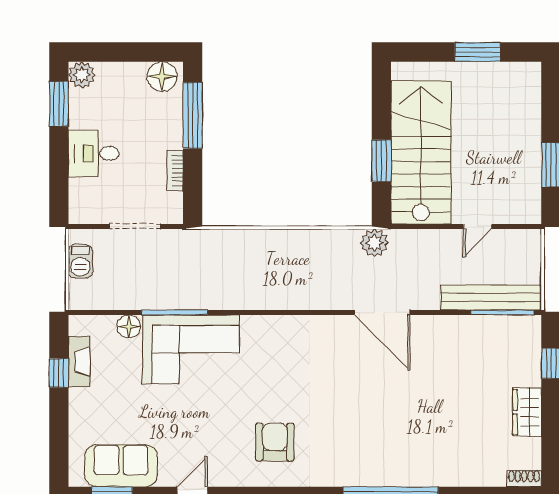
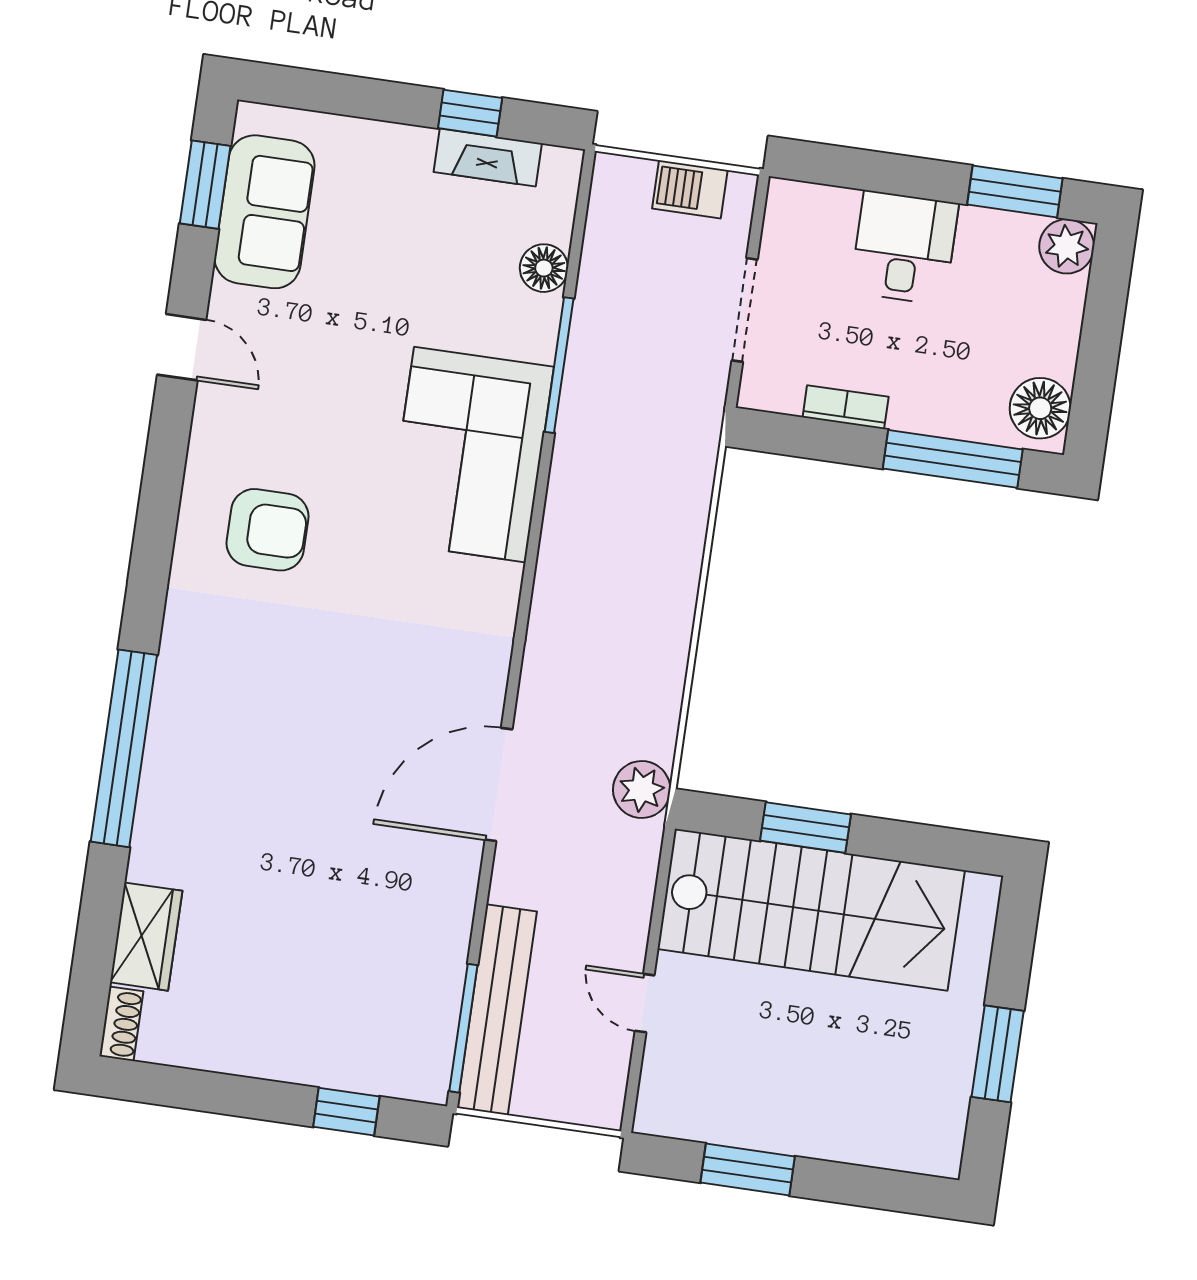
corner sofa: (191, 349) -> (470, 455), moved
wardrobe: (527, 412) -> (146, 937), moved, turned 90

